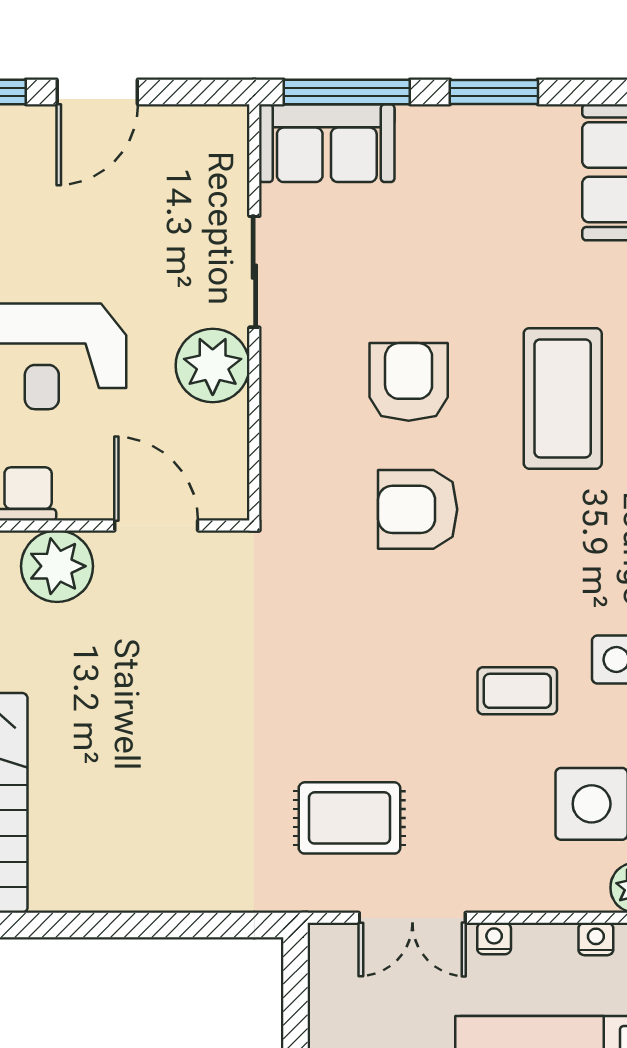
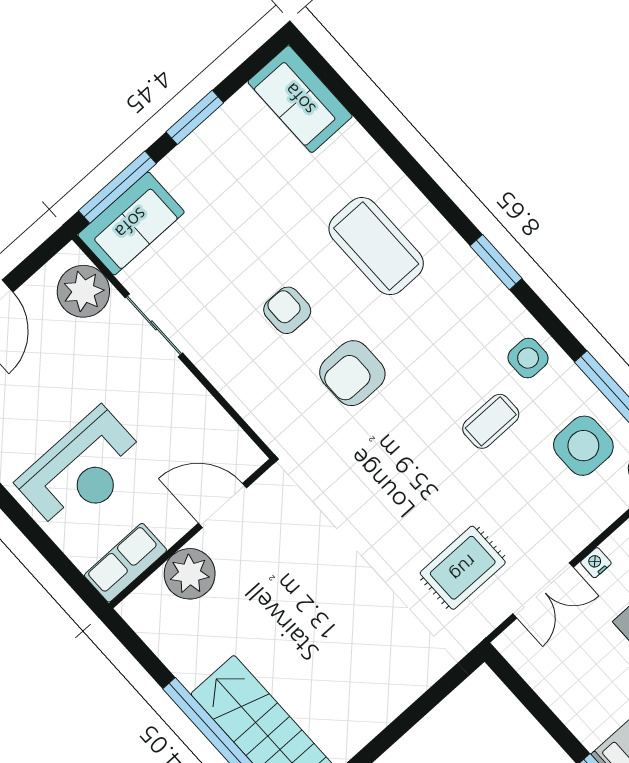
plant: (213, 366) -> (83, 291), moved
armchair: (409, 382) -> (287, 310), width x0.72, depth x0.72

